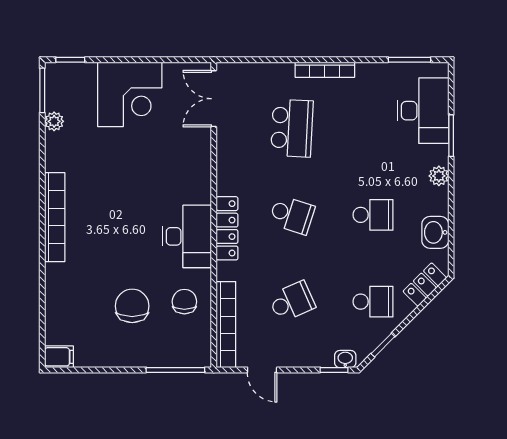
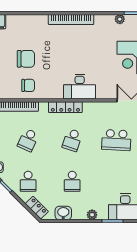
desk: (187, 236) -> (80, 87), moved
school desk: (292, 302) -> (28, 140), turned 48

